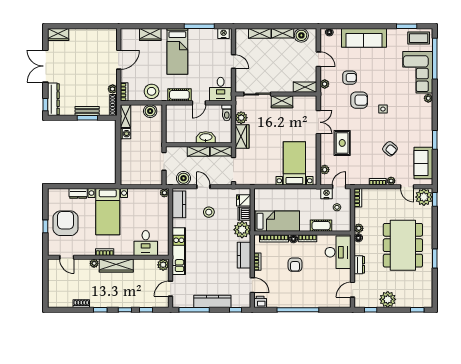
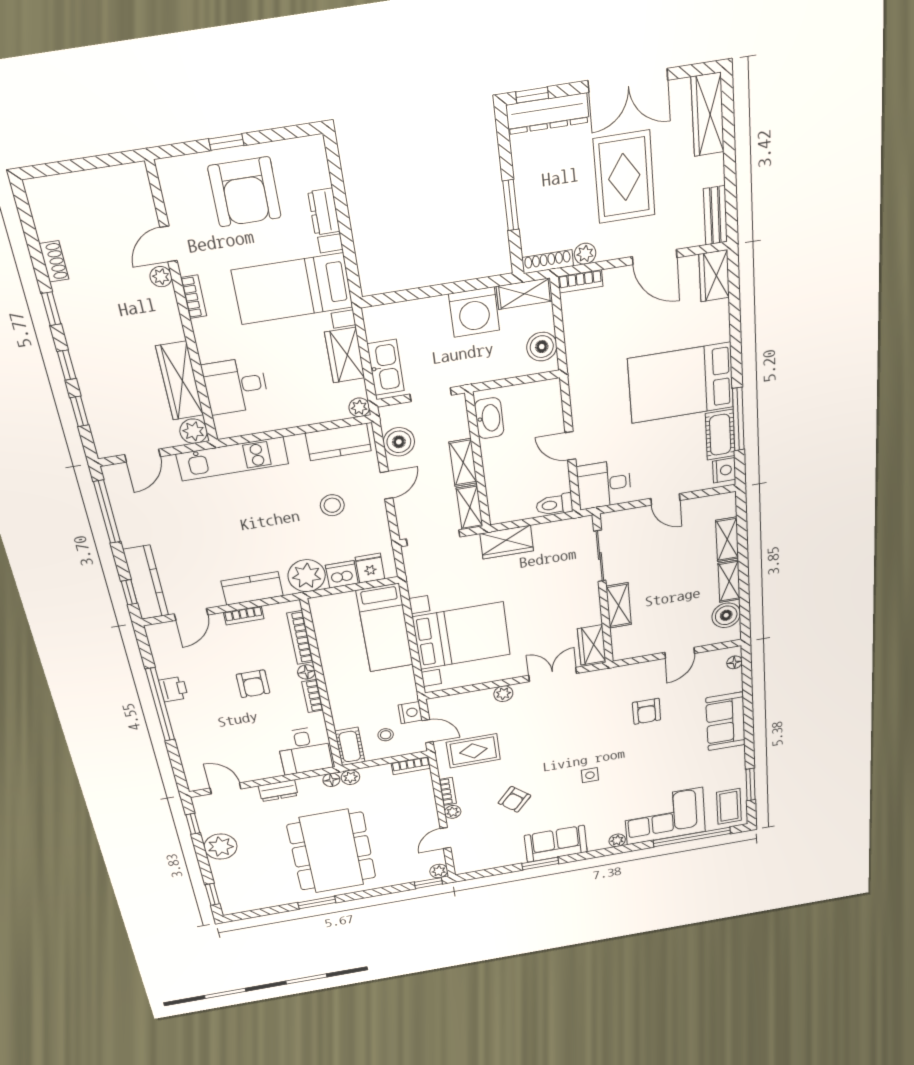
wardrobe: (58, 35) -> (708, 115), width x1.50
wardrobe: (150, 35) -> (714, 276), moved
sofa: (364, 38) -> (726, 721), width x0.73
bed: (177, 51) -> (681, 383), width x1.50
door: (233, 62) -> (665, 499), hinge flipped
double door: (45, 66) -> (628, 80), swing flipped
rug: (83, 70) -> (624, 177), added
plant: (325, 84) -> (631, 672), removed
shelving: (305, 87) -> (619, 605), moved
stool: (152, 91) -> (587, 342), removed
cot: (179, 95) -> (720, 435), moved
armchair: (359, 100) -> (604, 734), removed
wardrobe: (282, 102) -> (592, 645), moved
bench: (87, 111) -> (715, 215), moved
plant: (241, 118) -> (547, 534), removed
double door: (318, 122) -> (553, 674), swing flipped
washing machine: (125, 134) -> (474, 312), width x1.89, depth x1.89
washbasin: (206, 137) -> (489, 418), moved
rug: (342, 143) -> (473, 751), moved
bed with nightstands: (294, 163) -> (462, 636), width x1.36
sofa: (423, 163) -> (556, 844), moved
plant: (325, 170) -> (503, 694), moved
kitchen sink: (148, 179) -> (386, 367), added
wardrobe: (140, 195) -> (345, 355), added
plant: (424, 197) -> (439, 871), width x0.53, depth x0.53
bed: (277, 221) -> (385, 628), moved
armchair: (66, 223) -> (245, 192), turned 90
cot: (321, 226) -> (350, 747), moved
dining table: (403, 245) -> (332, 851), turned 90
desk: (338, 252) -> (304, 751), width x0.73
door: (67, 257) -> (168, 244), moved
armchair: (295, 265) -> (253, 684), turned -90
wardrobe: (116, 266) -> (180, 381), moved
door: (171, 289) -> (142, 456), swing flipped
kitchen counter: (212, 301) -> (146, 582), moved
printer: (260, 302) -> (173, 689), moved

